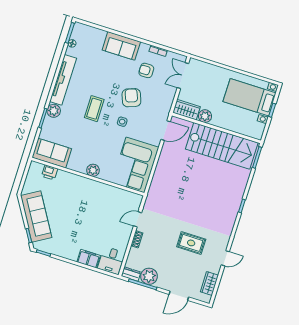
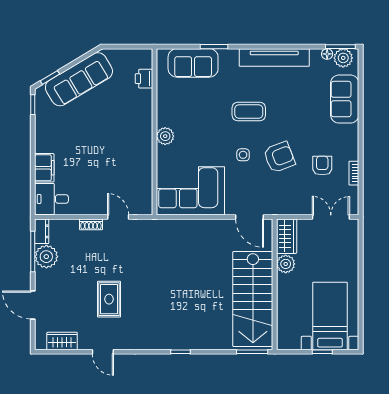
sofa: (121, 46) -> (345, 99), moved
plant: (54, 111) -> (343, 58), moved
sofa: (52, 153) -> (193, 63), moved, turned 90

